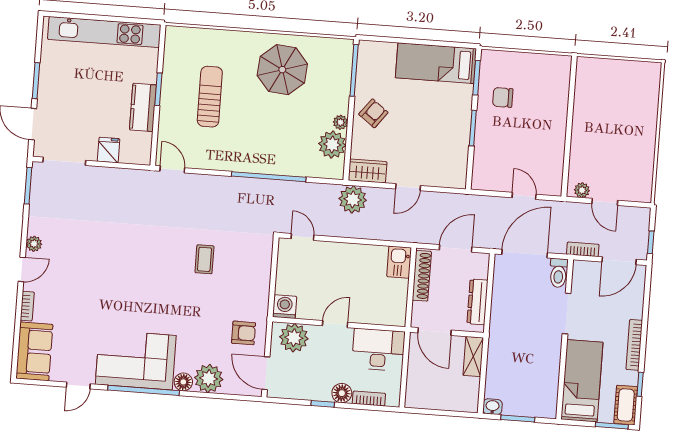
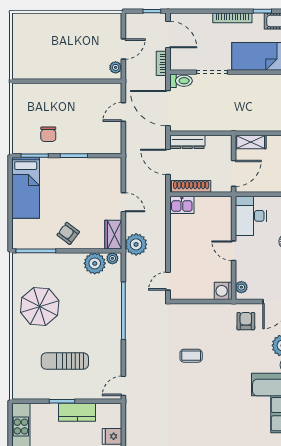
plant: (340, 122) -> (112, 258), moved
dresser: (477, 302) -> (187, 142), moved
plant: (294, 338) -> (241, 287), width x0.53, depth x0.53

